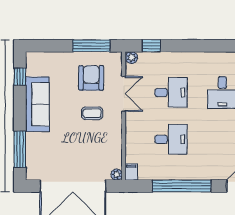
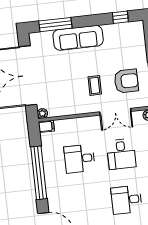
sofa: (37, 104) -> (78, 38), moved
desk: (171, 139) -> (79, 159), turned 90

